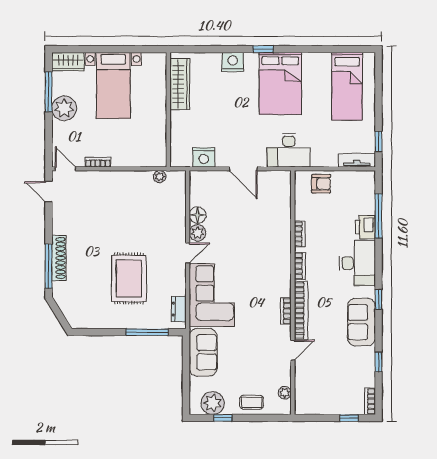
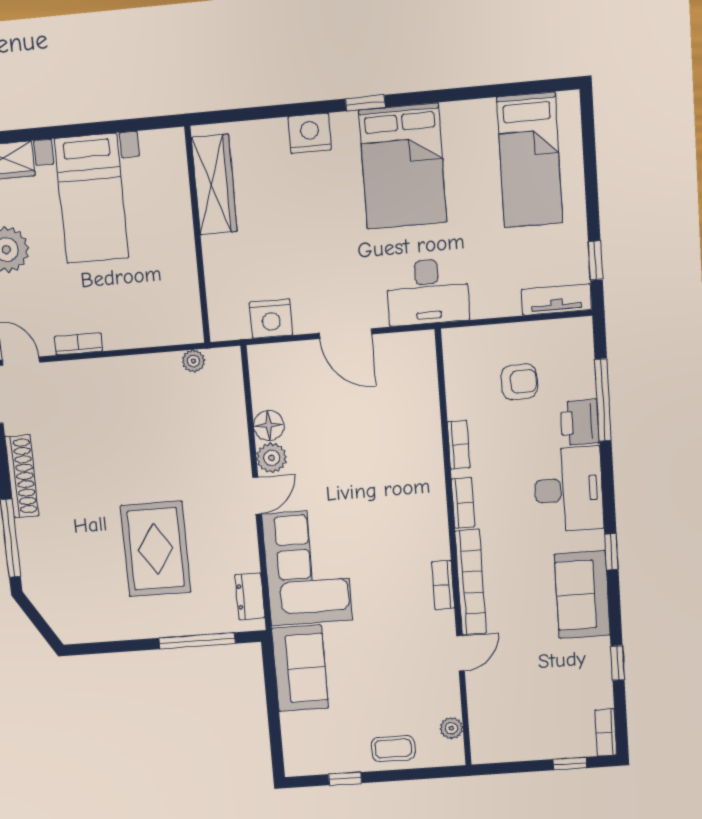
armchair: (321, 184) -> (519, 382), moved
shoe rack: (59, 258) -> (22, 476), moved
plant: (213, 403) -> (324, 755), removed

